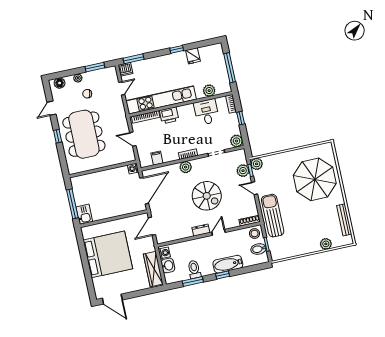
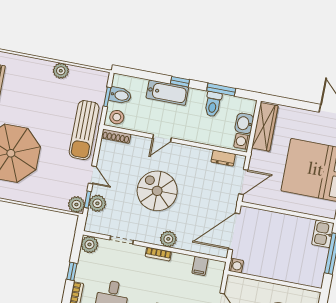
dresser: (201, 230) -> (223, 158), moved
plant: (326, 244) -> (61, 71), moved

